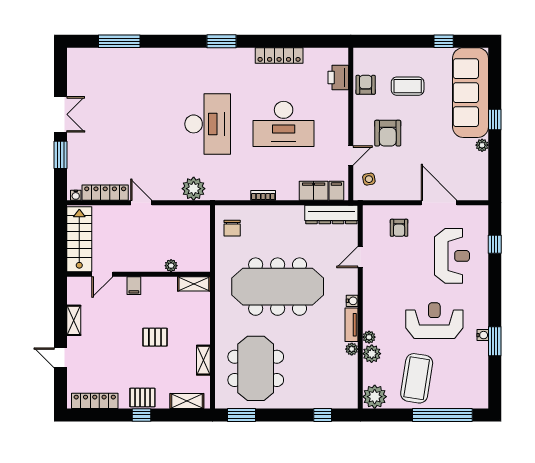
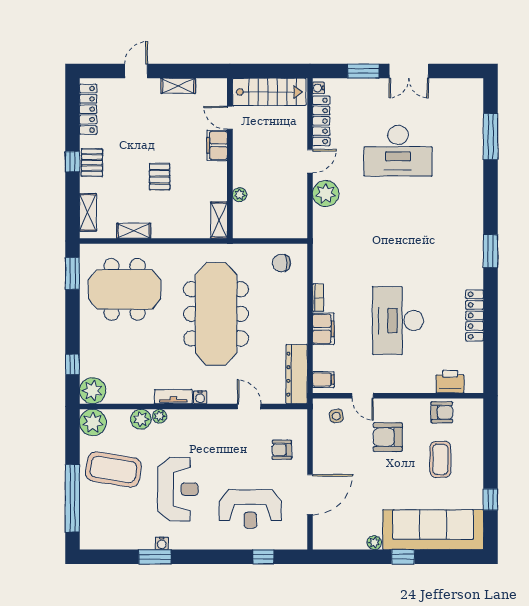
desk: (208, 124) -> (398, 151), moved
plant: (194, 189) -> (326, 194), moved
filing cabinet: (314, 191) -> (323, 329), moved
filing cabinet: (134, 286) -> (217, 145), width x2.00
plant: (352, 349) -> (93, 391), moved, width x1.88, depth x1.88

